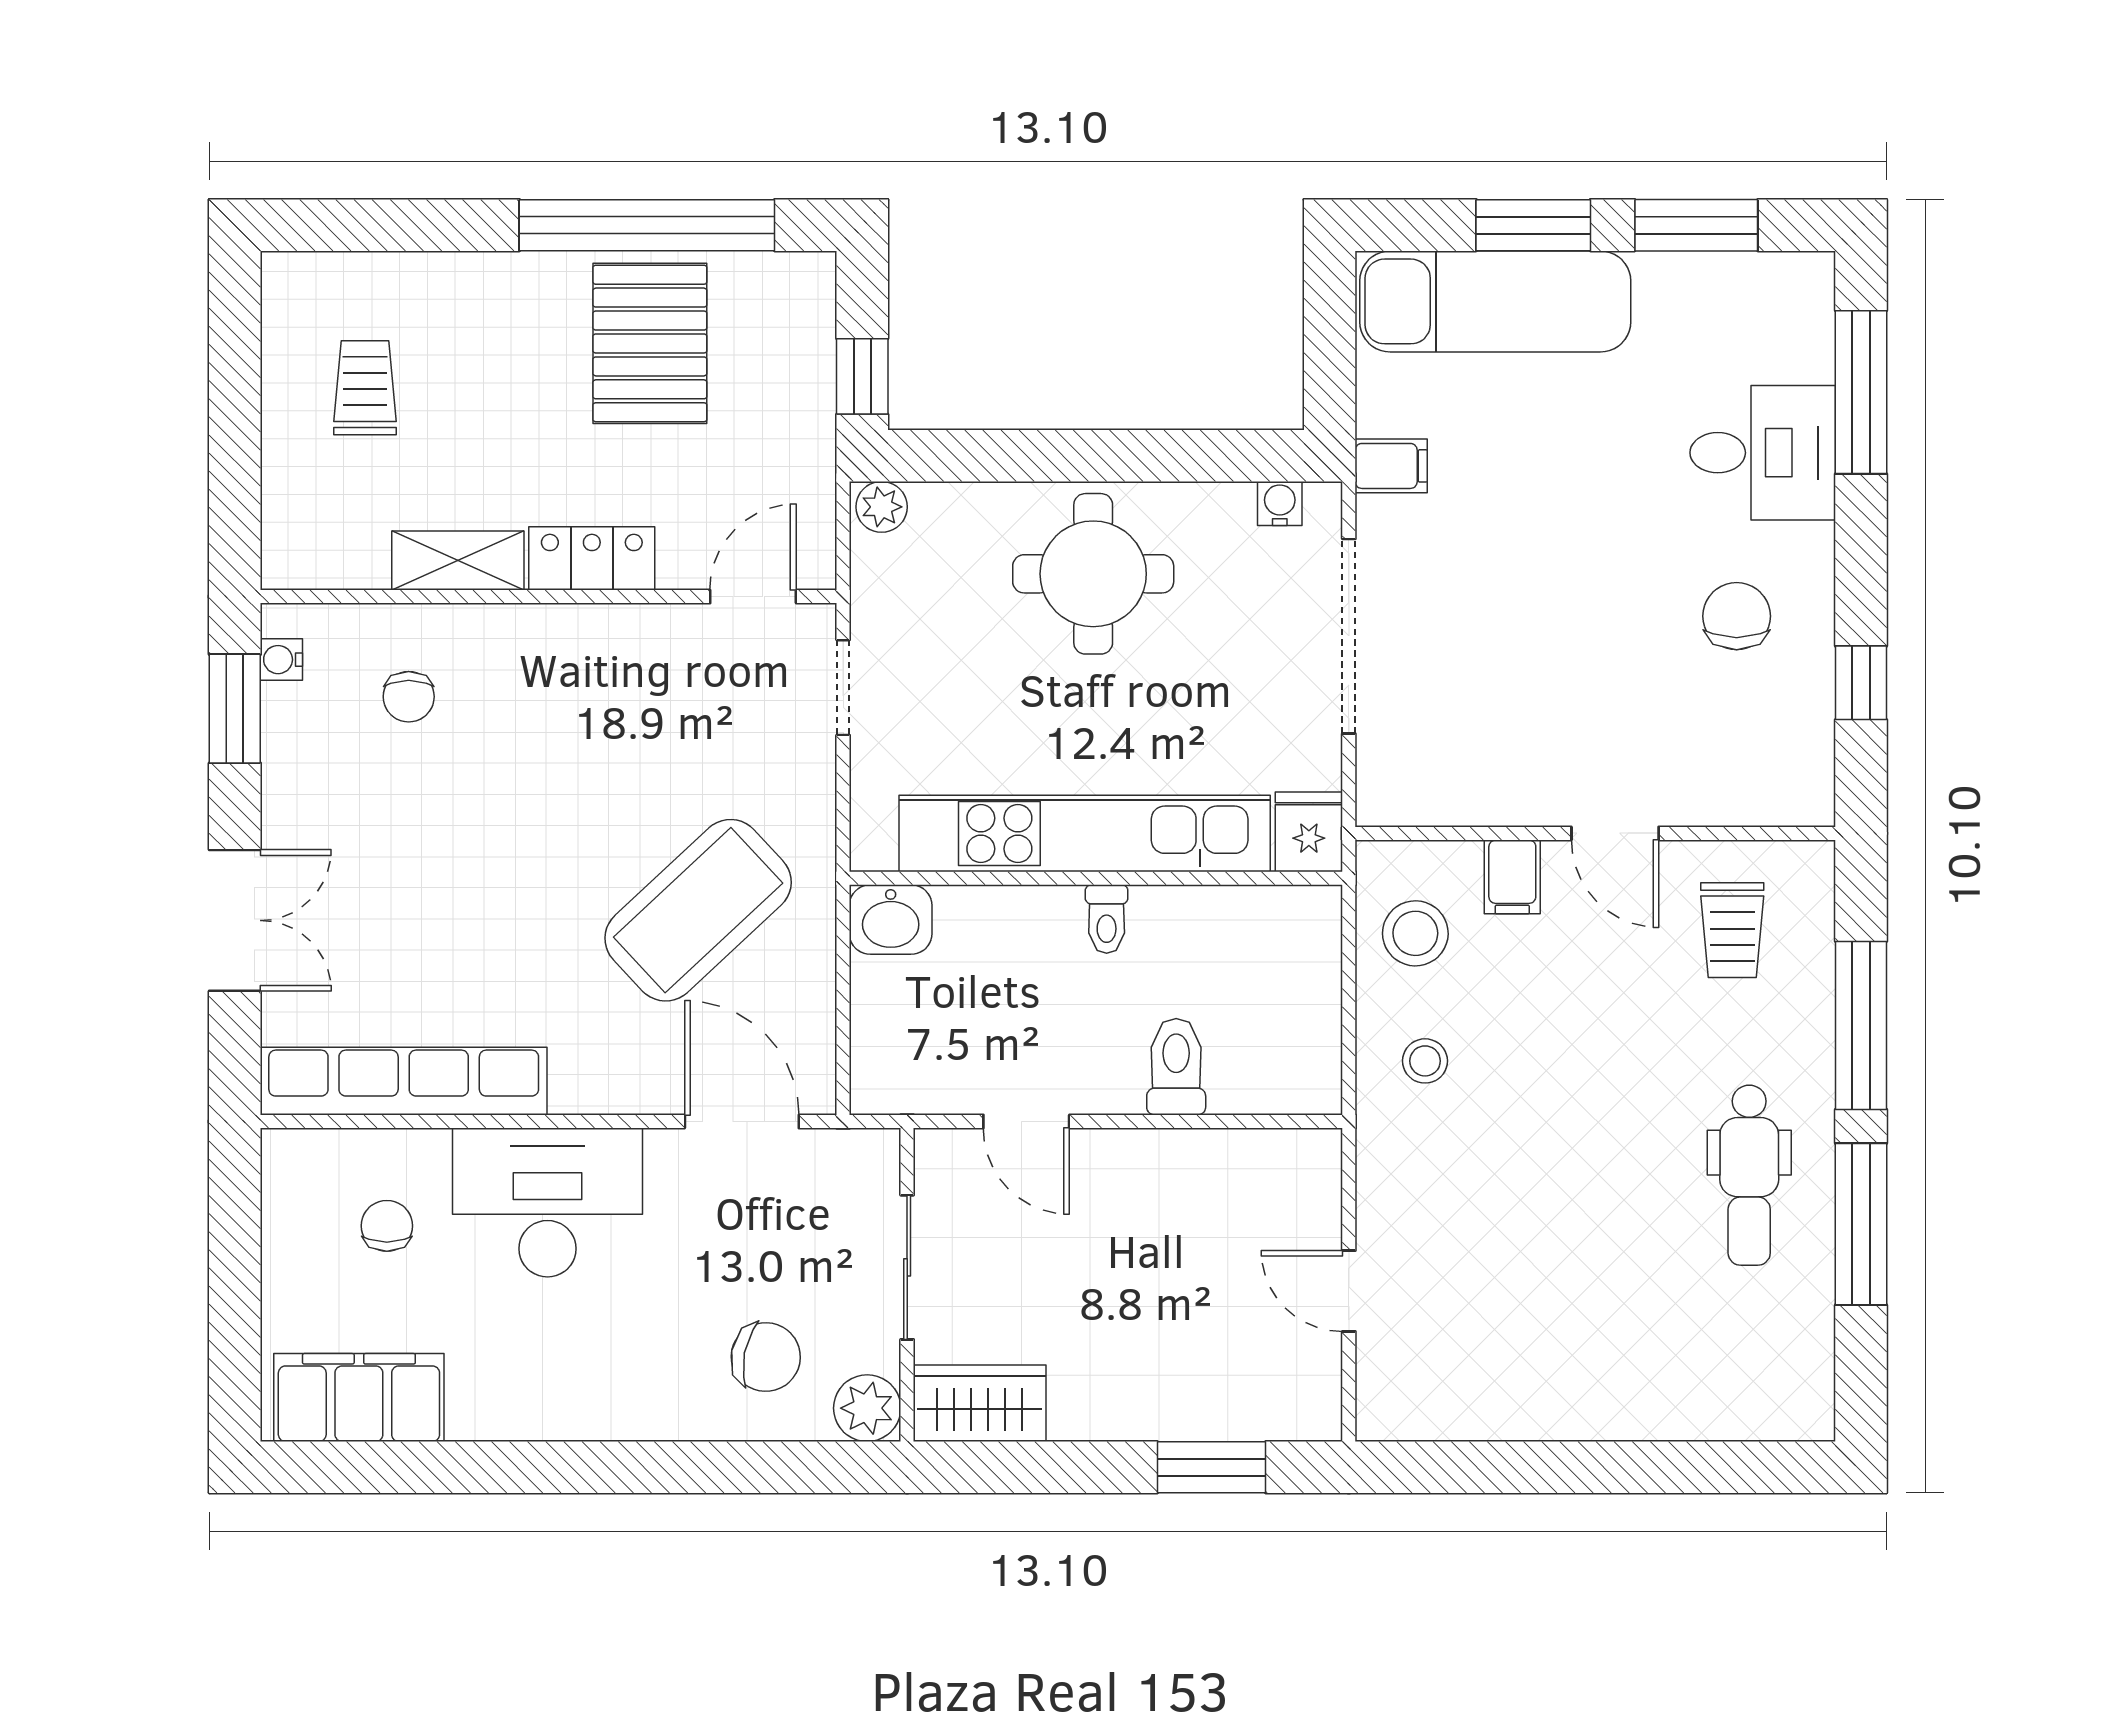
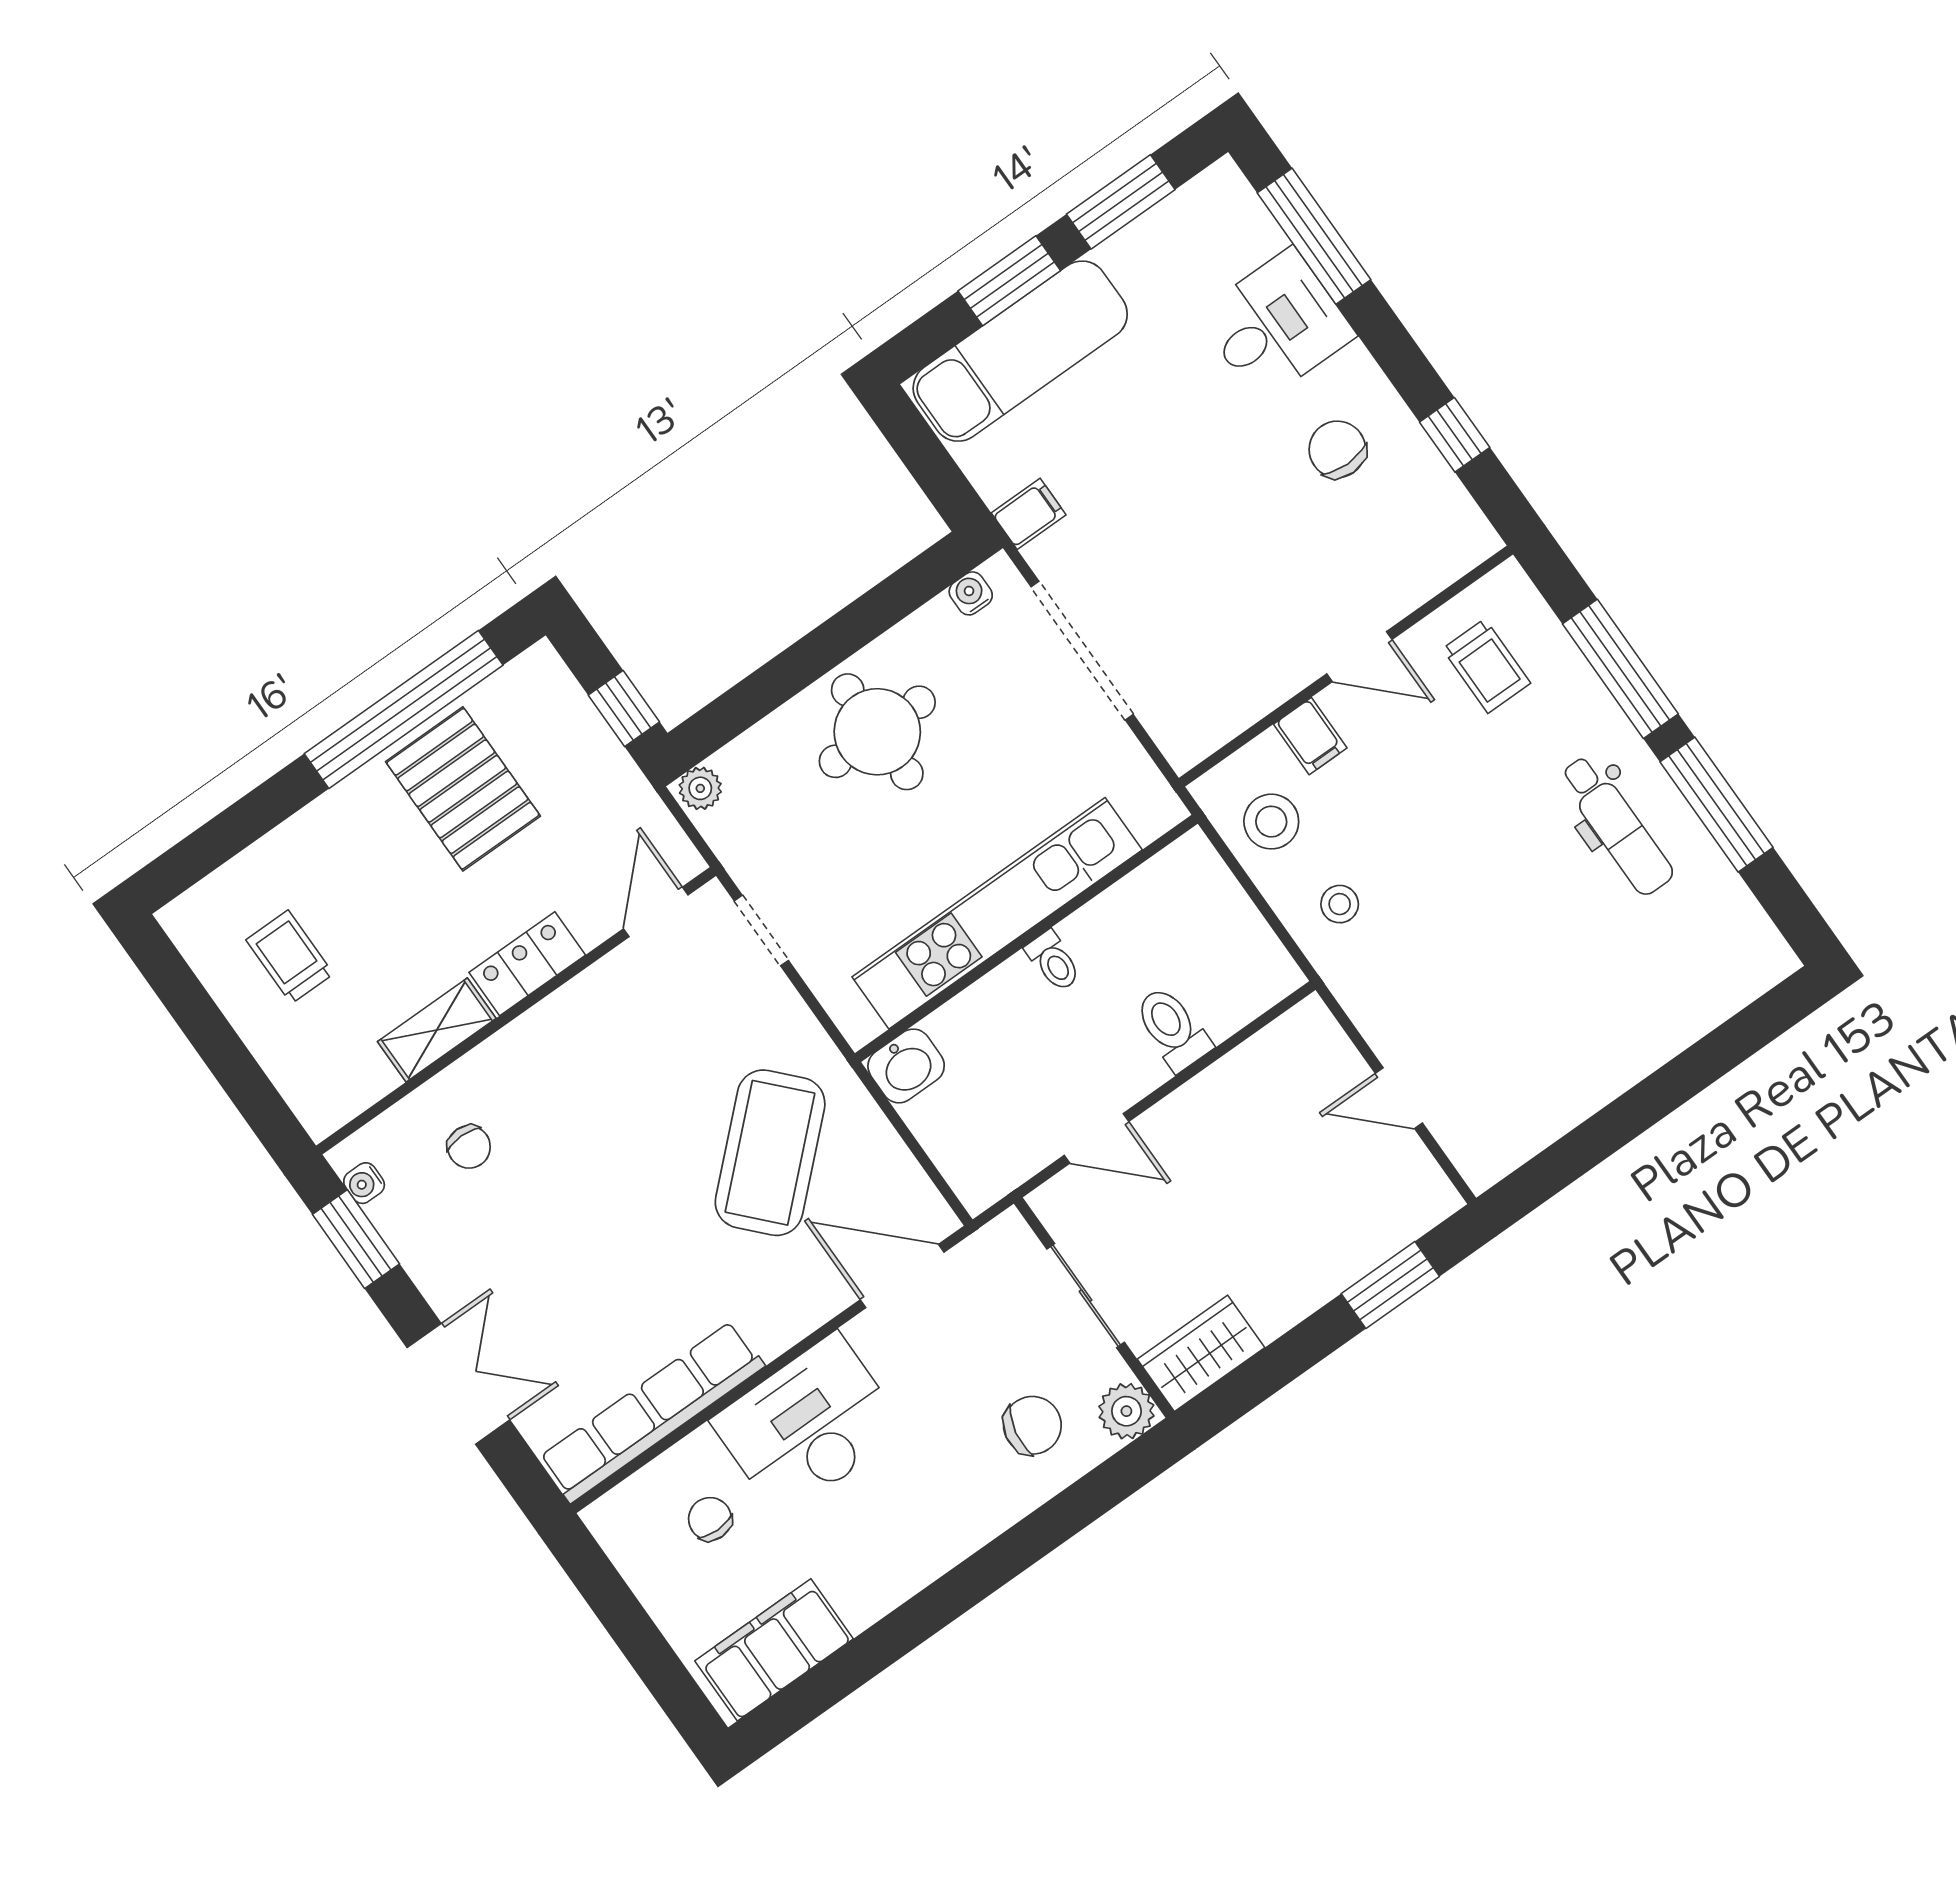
fridge: (1309, 832) -> (1149, 804), removed

